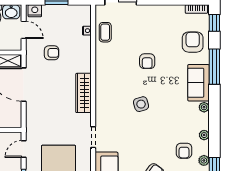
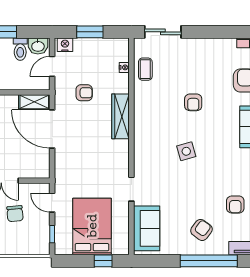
door: (24, 30) -> (52, 66), swing flipped
wardrobe: (83, 93) -> (121, 116), moved
door: (24, 149) -> (52, 203), hinge flipped

